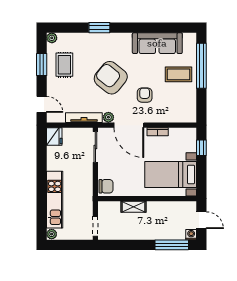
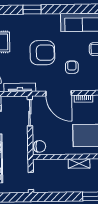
armchair: (111, 78) -> (42, 53), turned 141
plant: (108, 117) -> (41, 87), removed
shelving: (133, 207) -> (79, 164), moved

